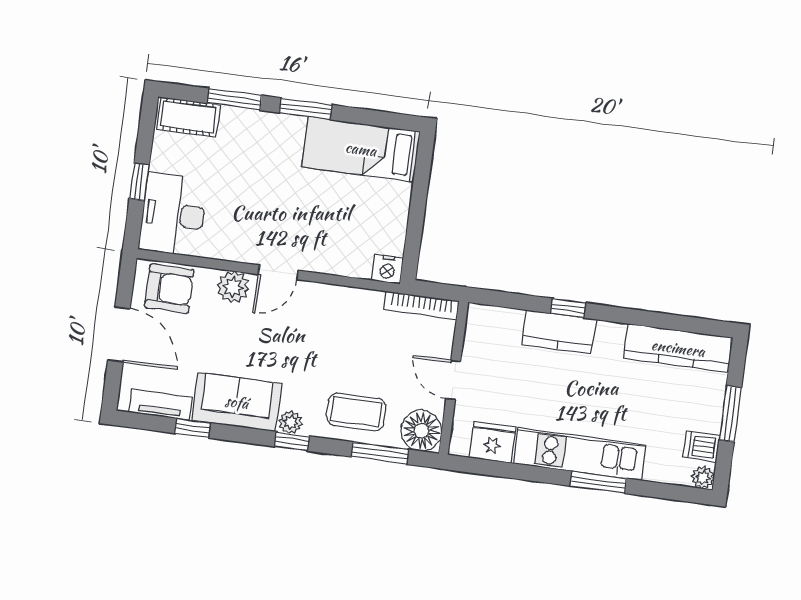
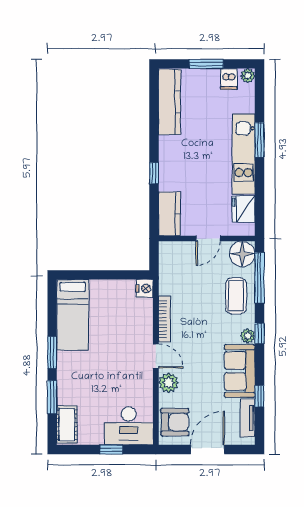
armchair: (169, 289) -> (175, 422), turned 90
bookcase: (422, 305) -> (164, 319), moved
kitchen counter: (559, 332) -> (170, 214), moved
window: (380, 453) -> (259, 278), width x1.44

